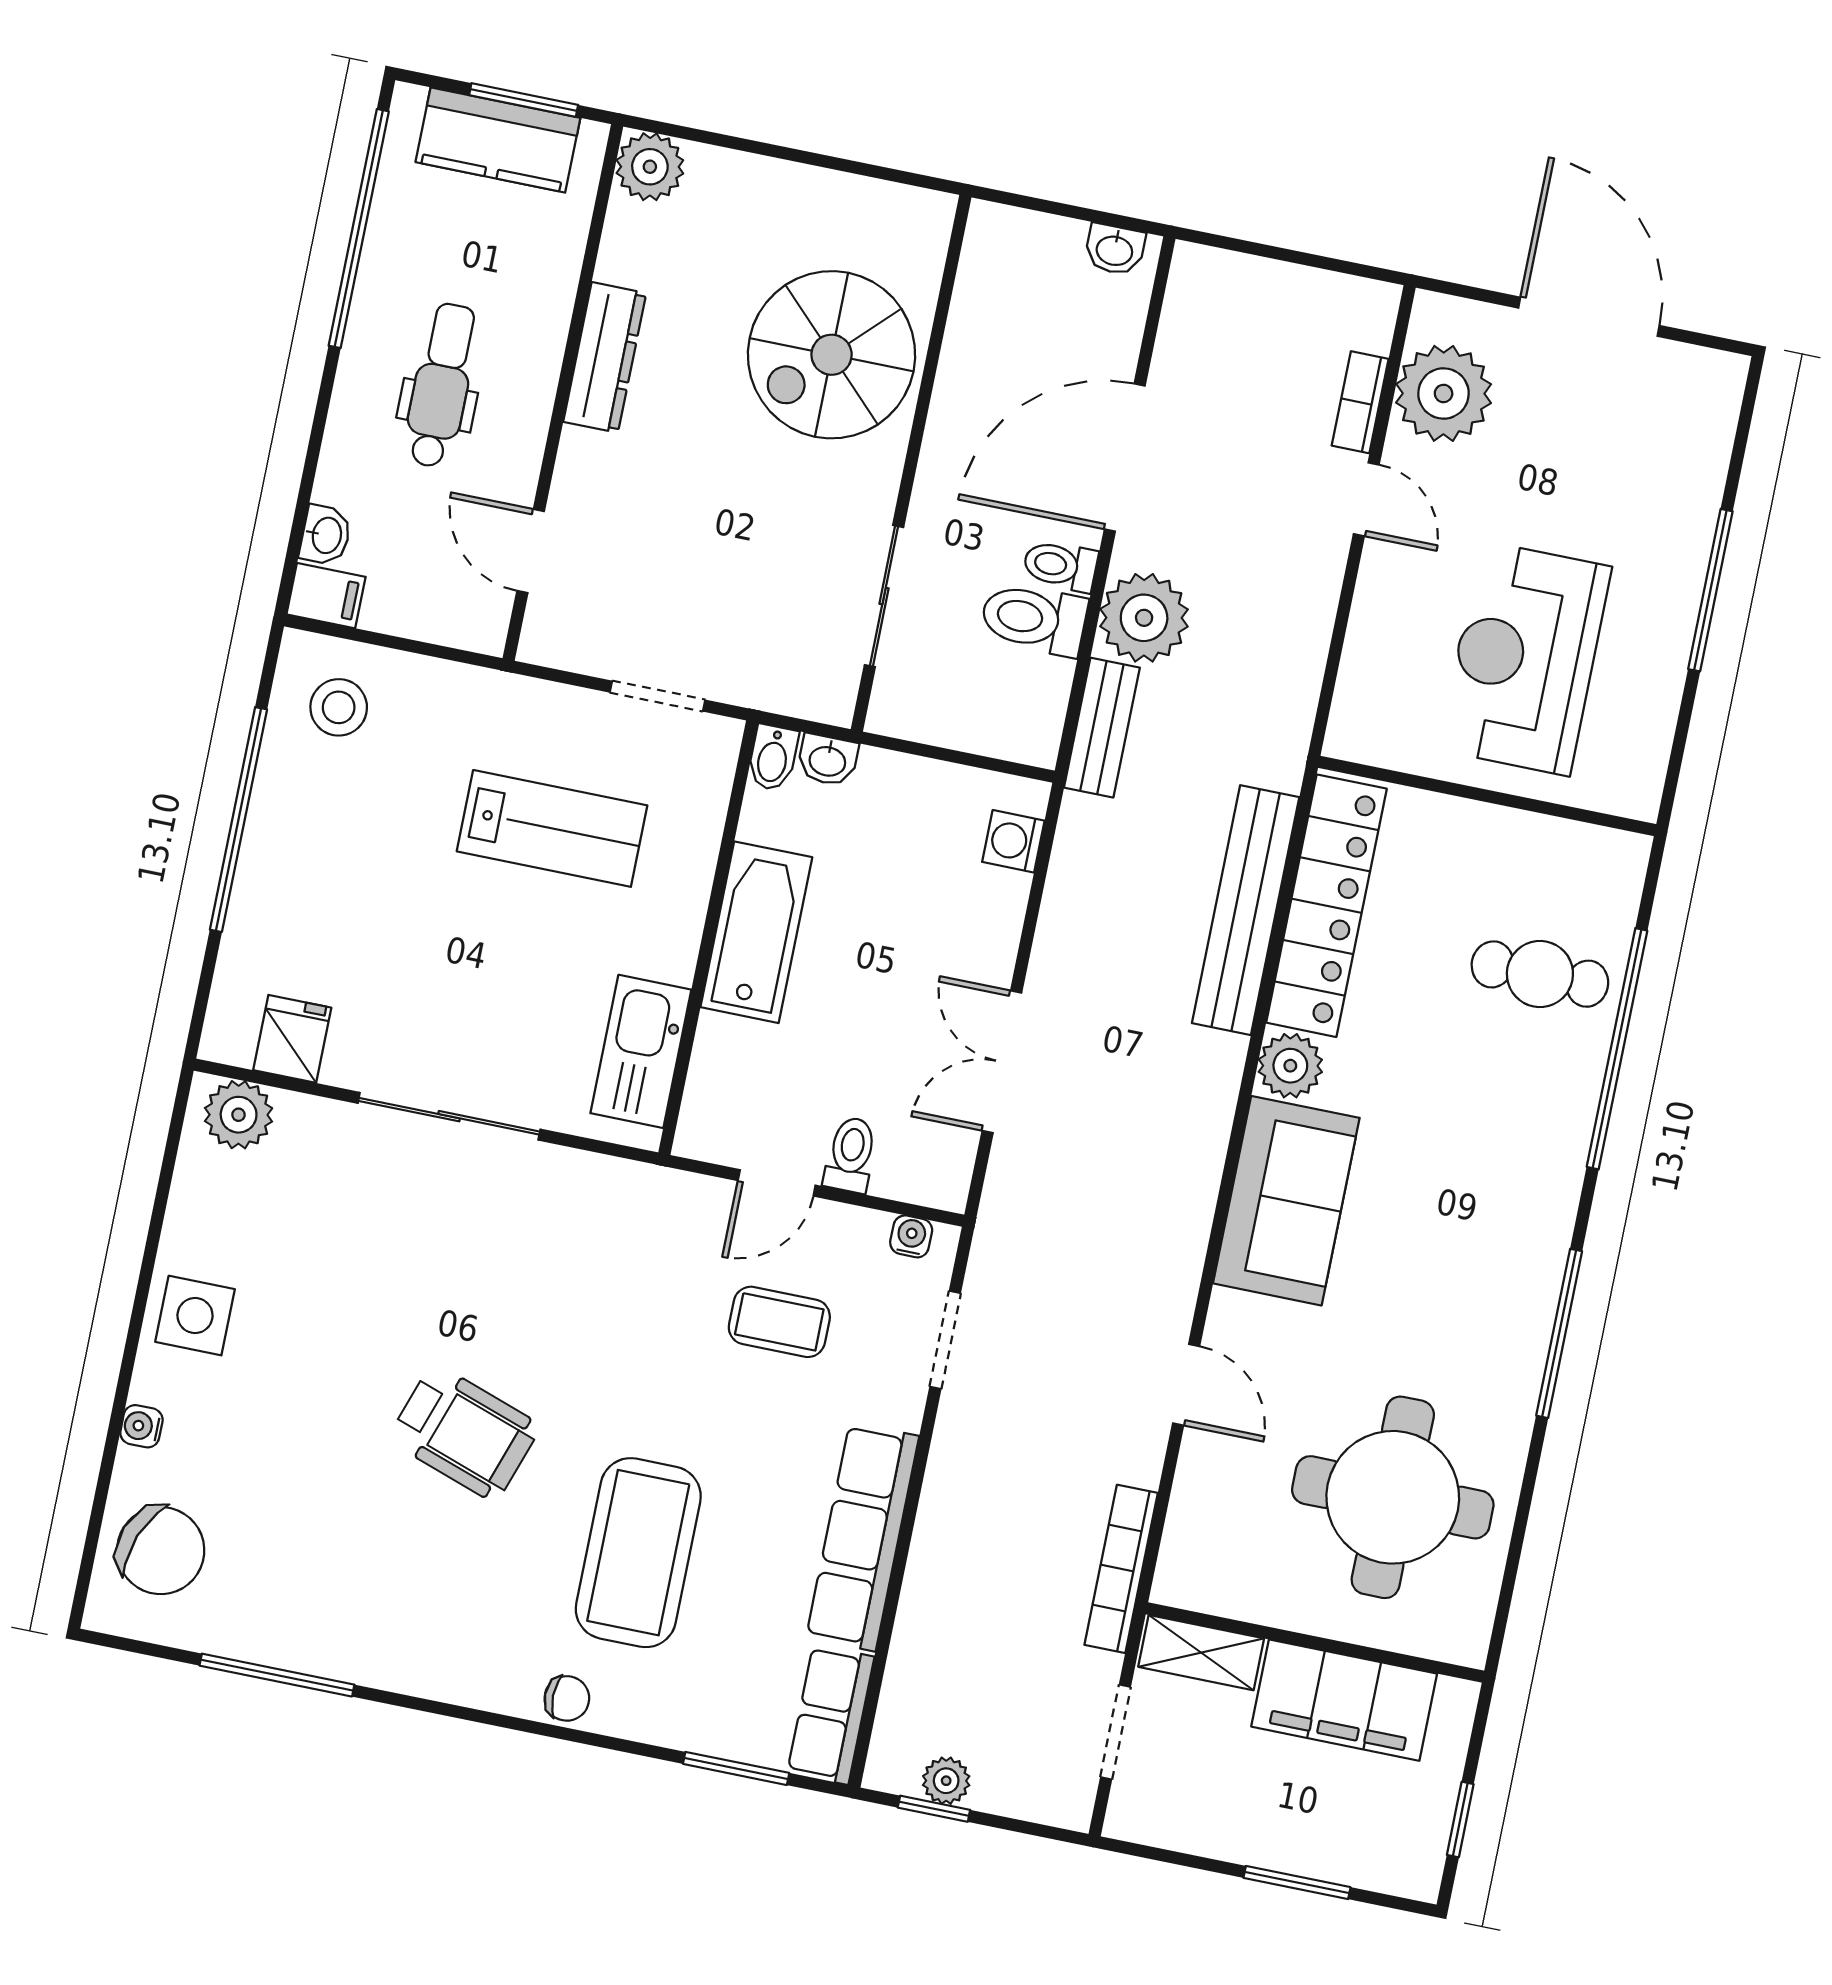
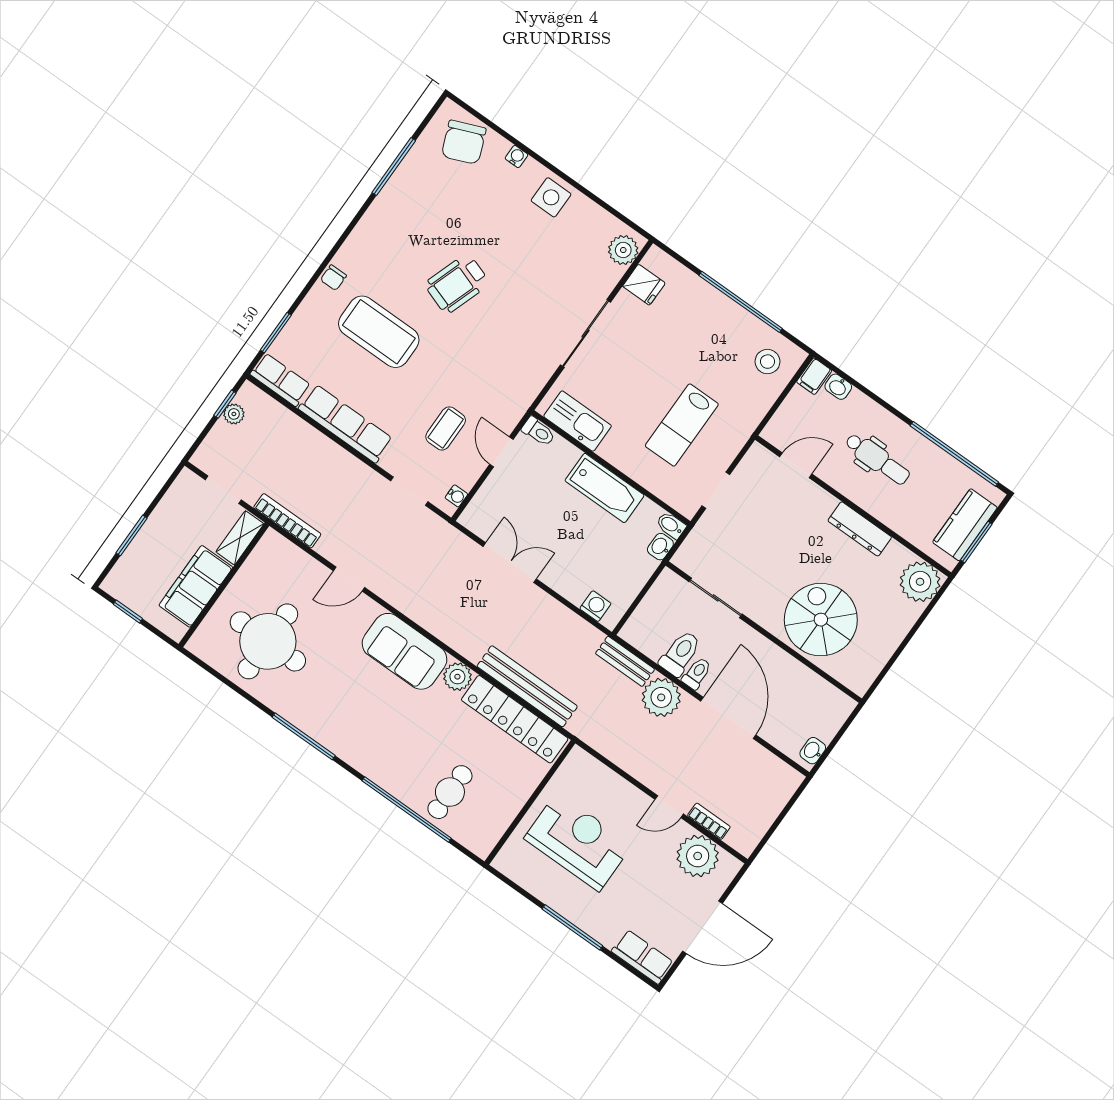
plant: (650, 167) -> (920, 582), width x1.36, depth x1.36
row of seats: (1707, 415) -> (643, 957), added
toilet: (851, 1155) -> (538, 432), moved
chair: (161, 1551) -> (464, 142), turned -43

